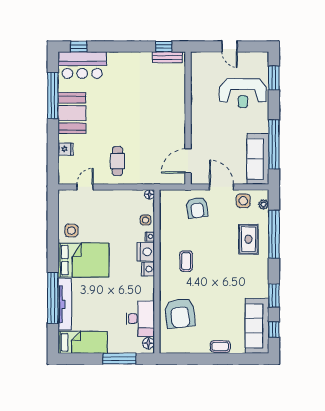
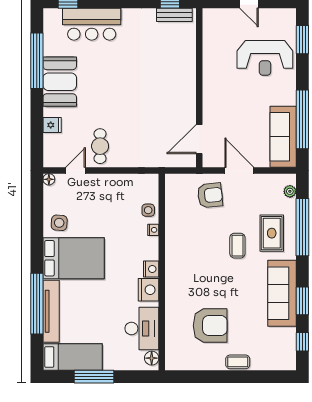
bar counter: (82, 65) -> (92, 24), moved
cafe table: (117, 161) -> (100, 146), moved
floor lamp: (149, 194) -> (49, 179), moved
side table: (243, 201) -> (265, 187), removed
armchair: (197, 208) -> (210, 195), turned -88
nightstand: (146, 252) -> (148, 290), moved
coffee table: (186, 261) -> (237, 246), moved
armchair: (180, 313) -> (210, 326), moved, turned -84
sofa: (257, 326) -> (282, 293), moved
window: (119, 359) -> (94, 377), moved

